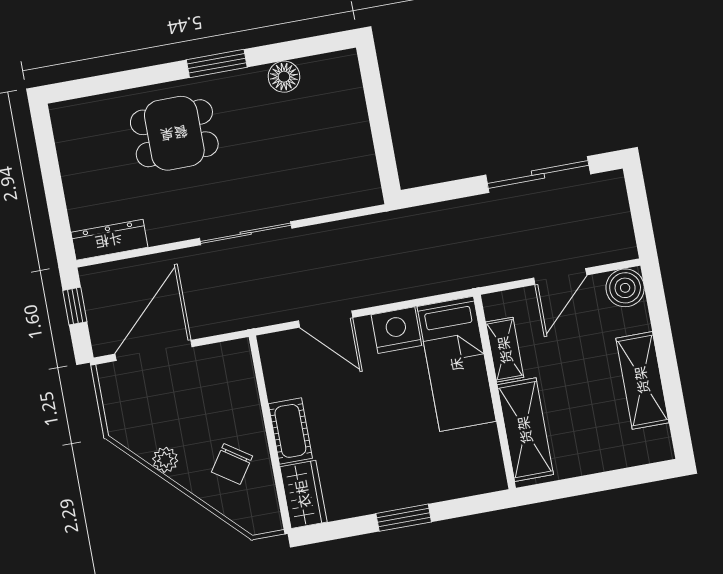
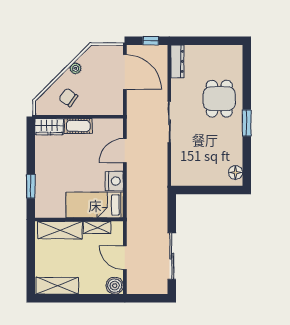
floor lamp: (284, 77) -> (235, 172), moved
shelving: (642, 380) -> (57, 286), moved
window: (404, 518) -> (31, 186), moved

